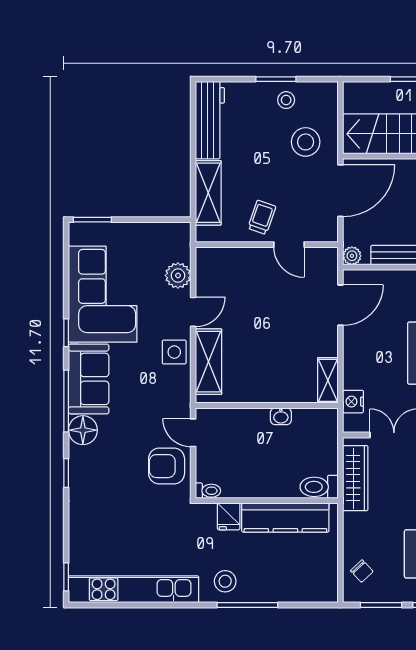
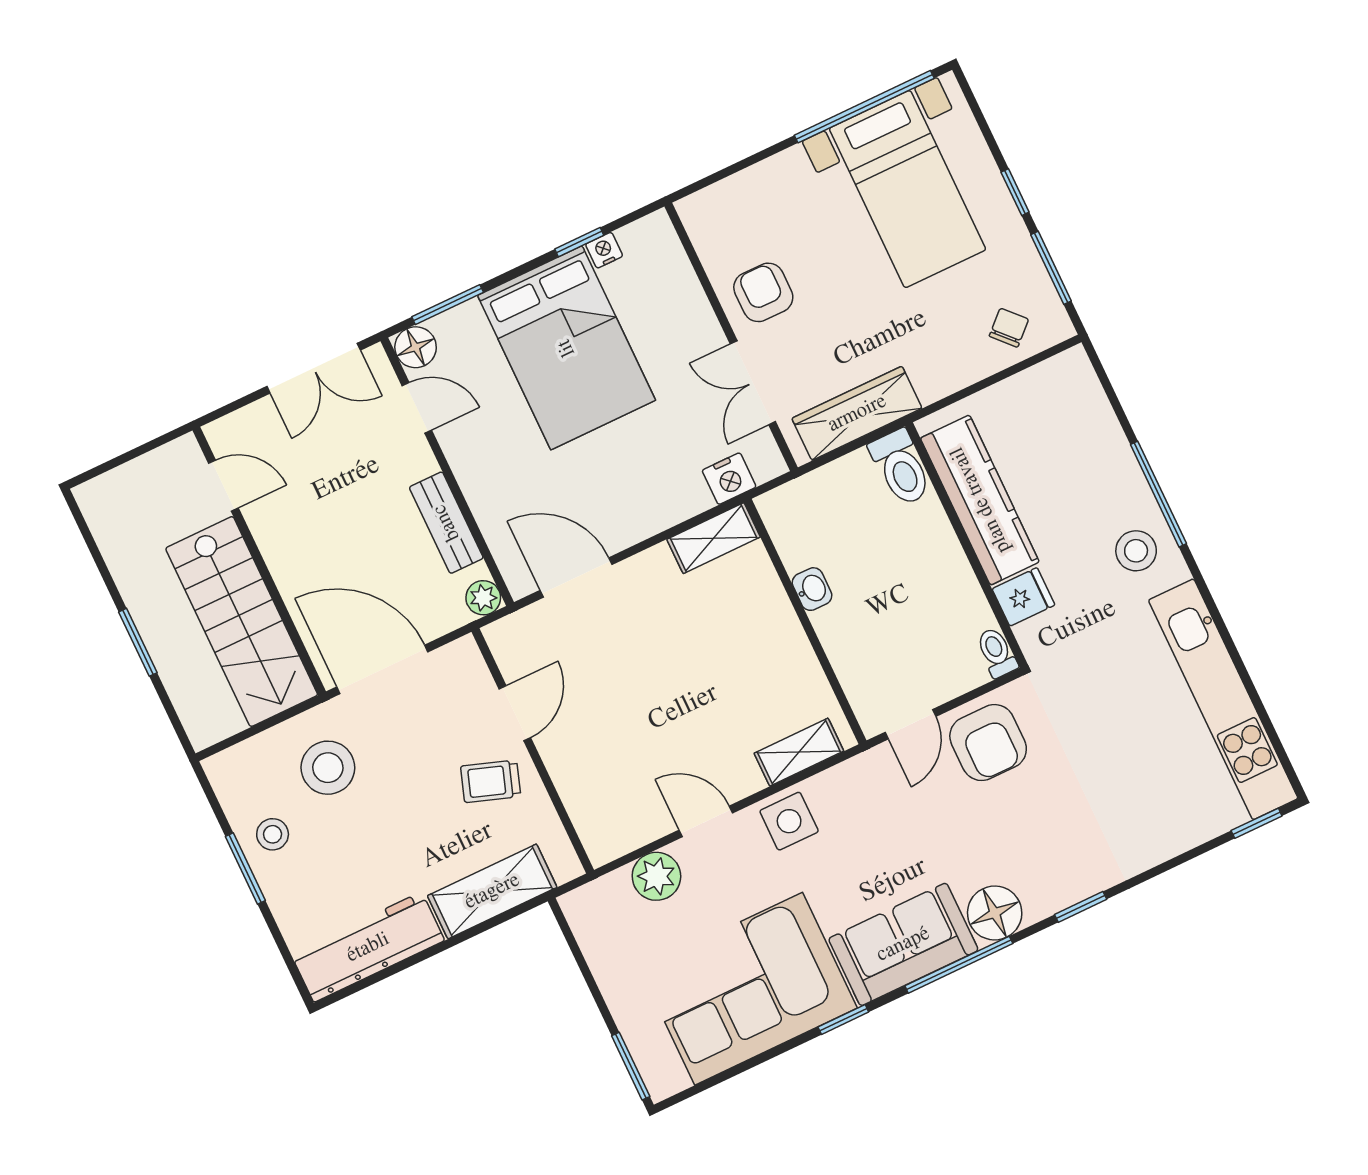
shelving: (209, 362) -> (799, 752), width x0.67, depth x0.75

